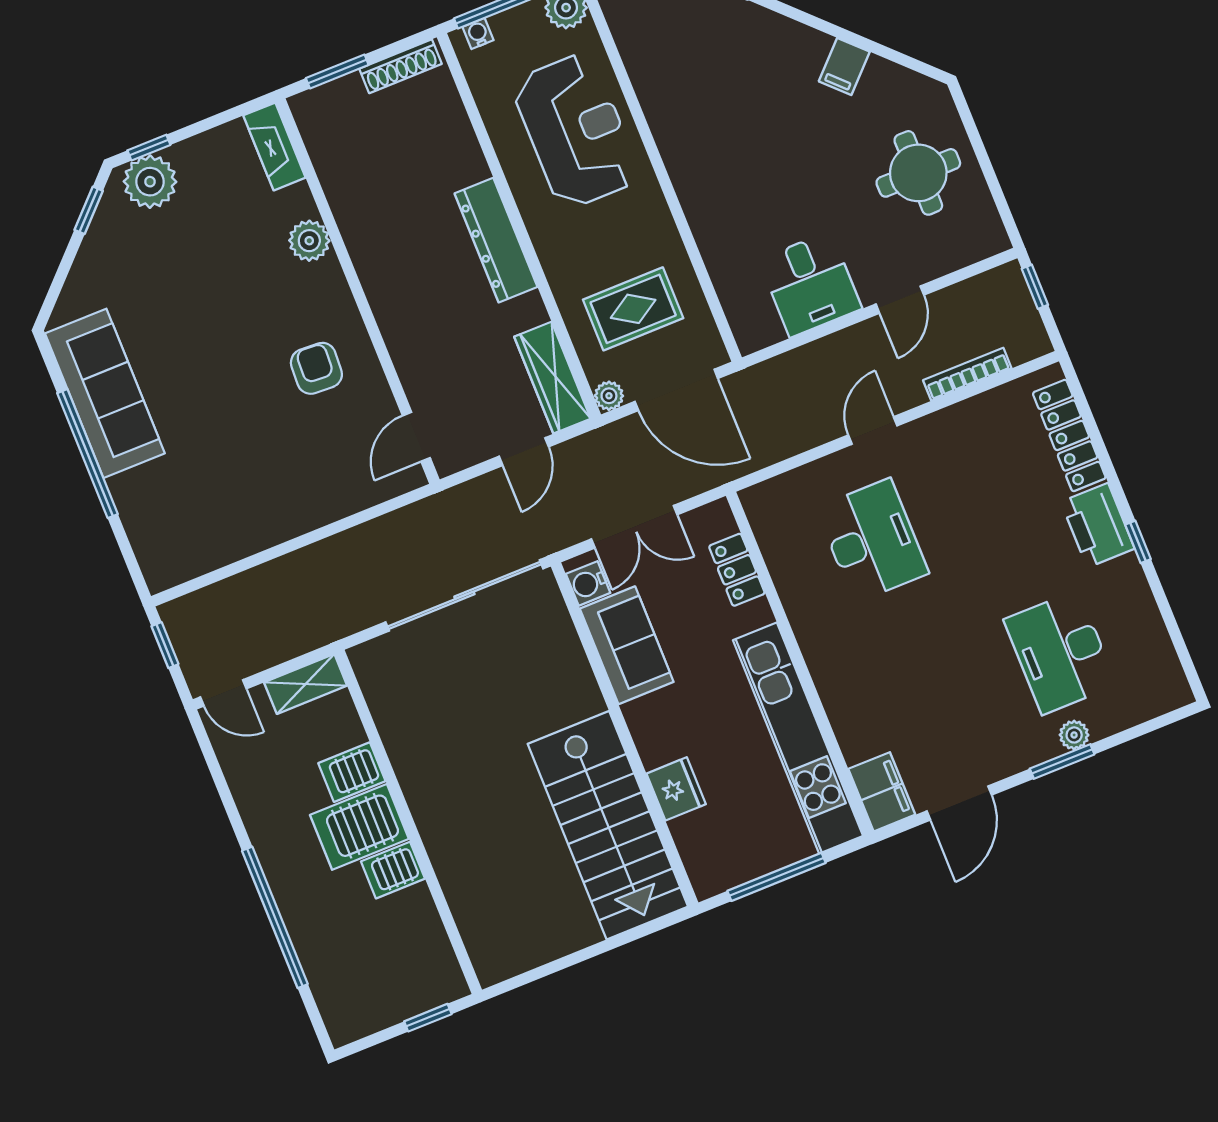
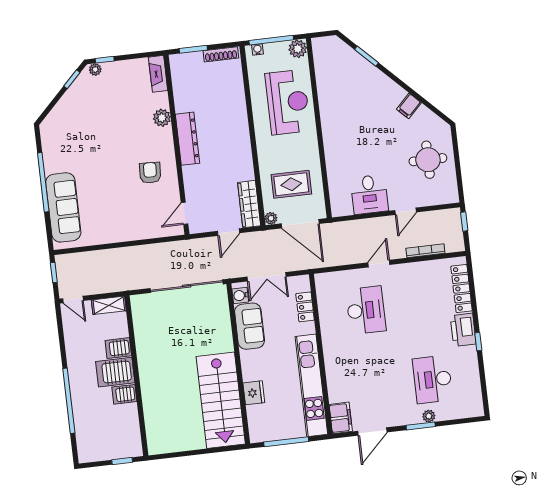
plant: (150, 182) -> (95, 70), width x0.53, depth x0.53
dresser: (496, 240) -> (188, 139), moved, turned 180
sofa: (105, 393) -> (63, 207), moved

